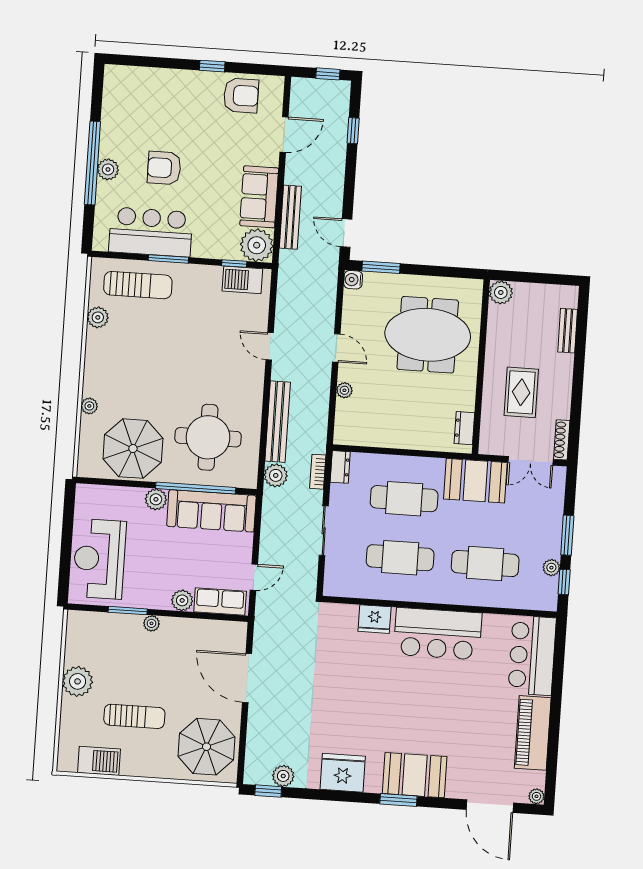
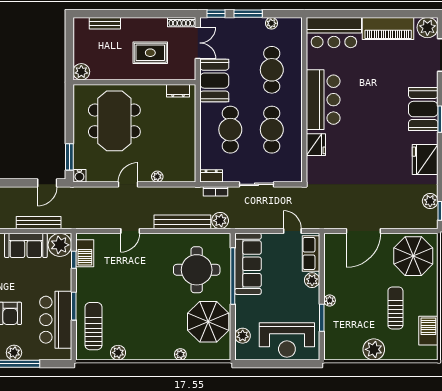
plant: (156, 499) -> (243, 336), moved
window: (564, 582) -> (216, 14), moved
plant: (536, 796) -> (427, 28), width x1.88, depth x1.88

